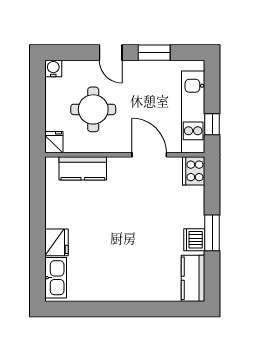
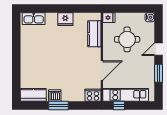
fridge: (57, 242) -> (65, 19), moved

